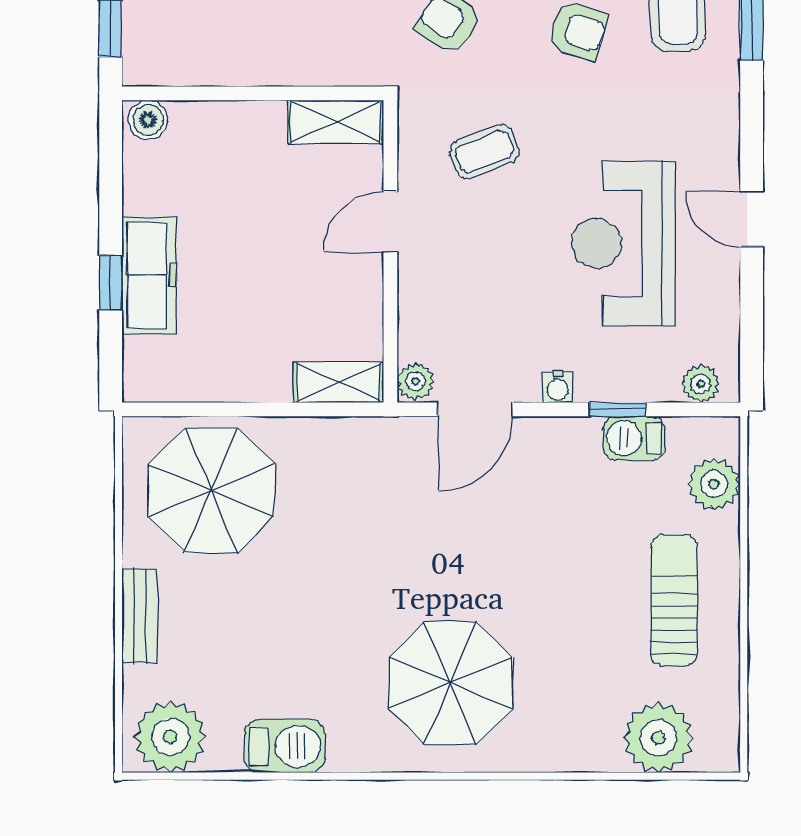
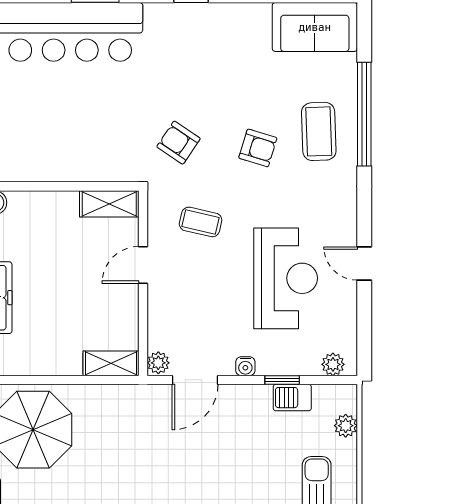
coffee table: (484, 152) -> (201, 222), turned 34
reception desk: (623, 243) -> (286, 278), turned 180
plant: (714, 484) -> (346, 426), width x0.73, depth x0.73

